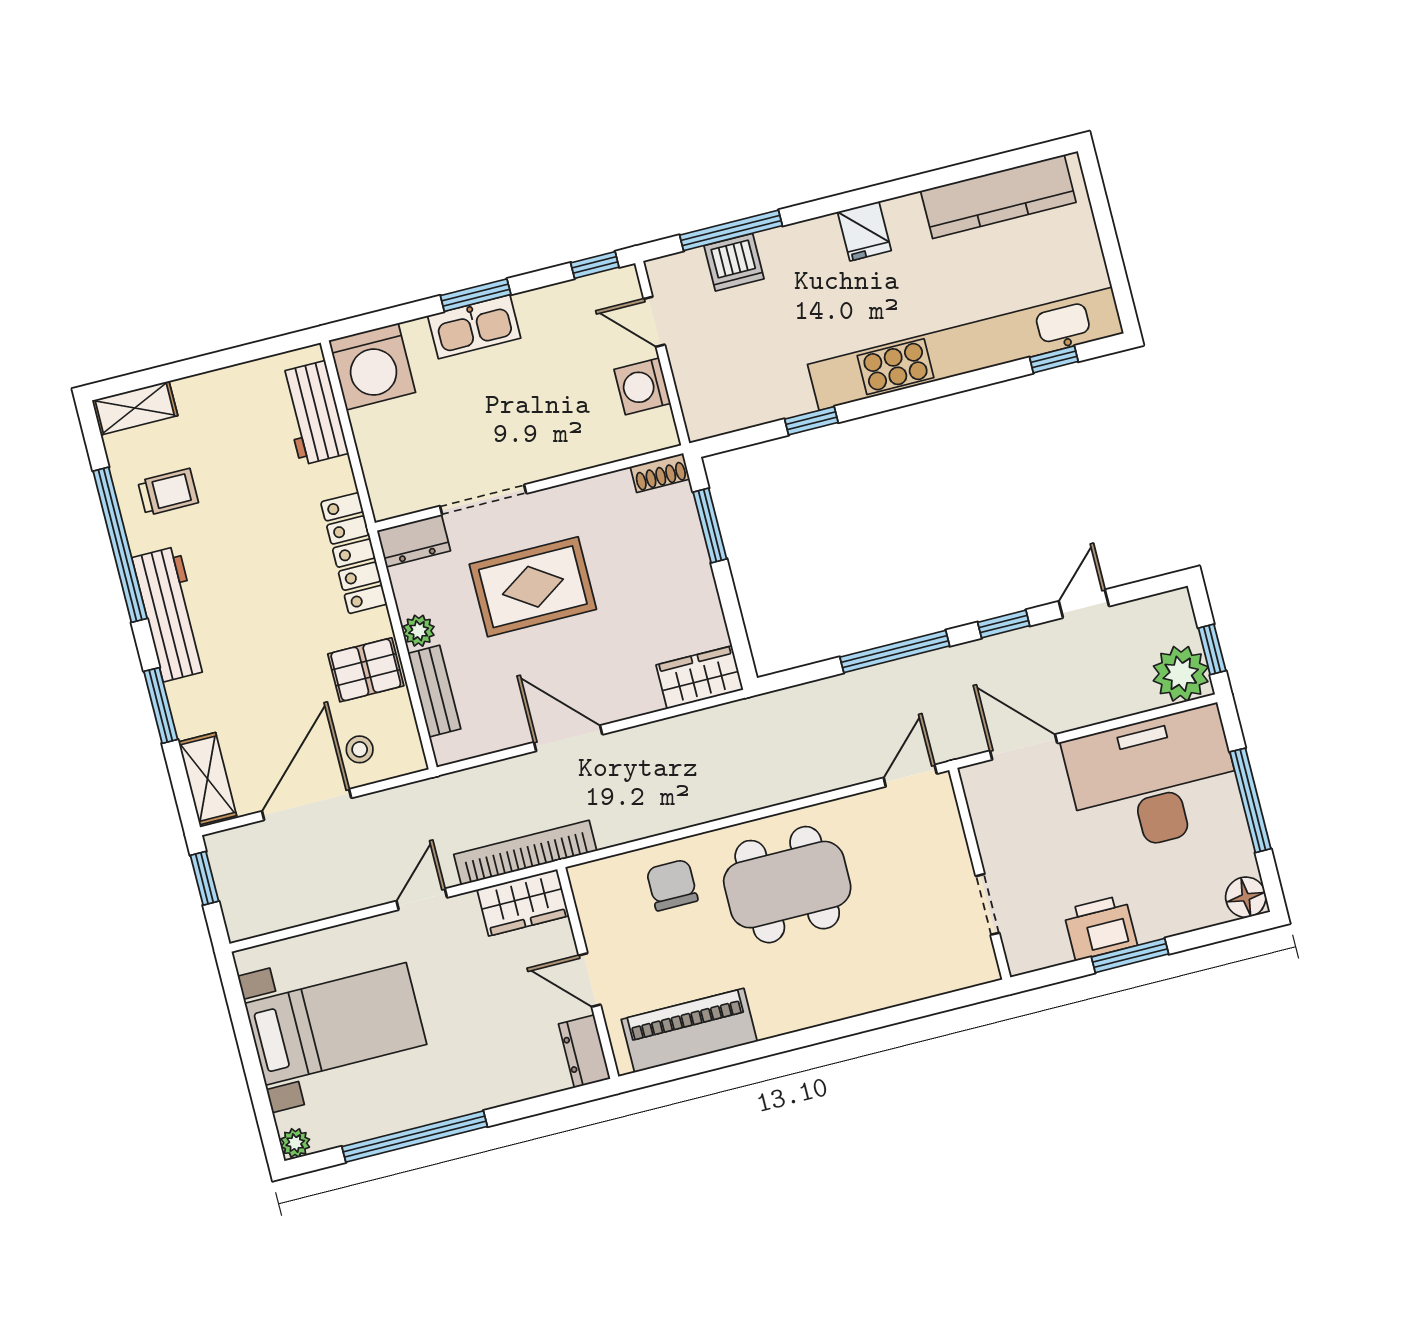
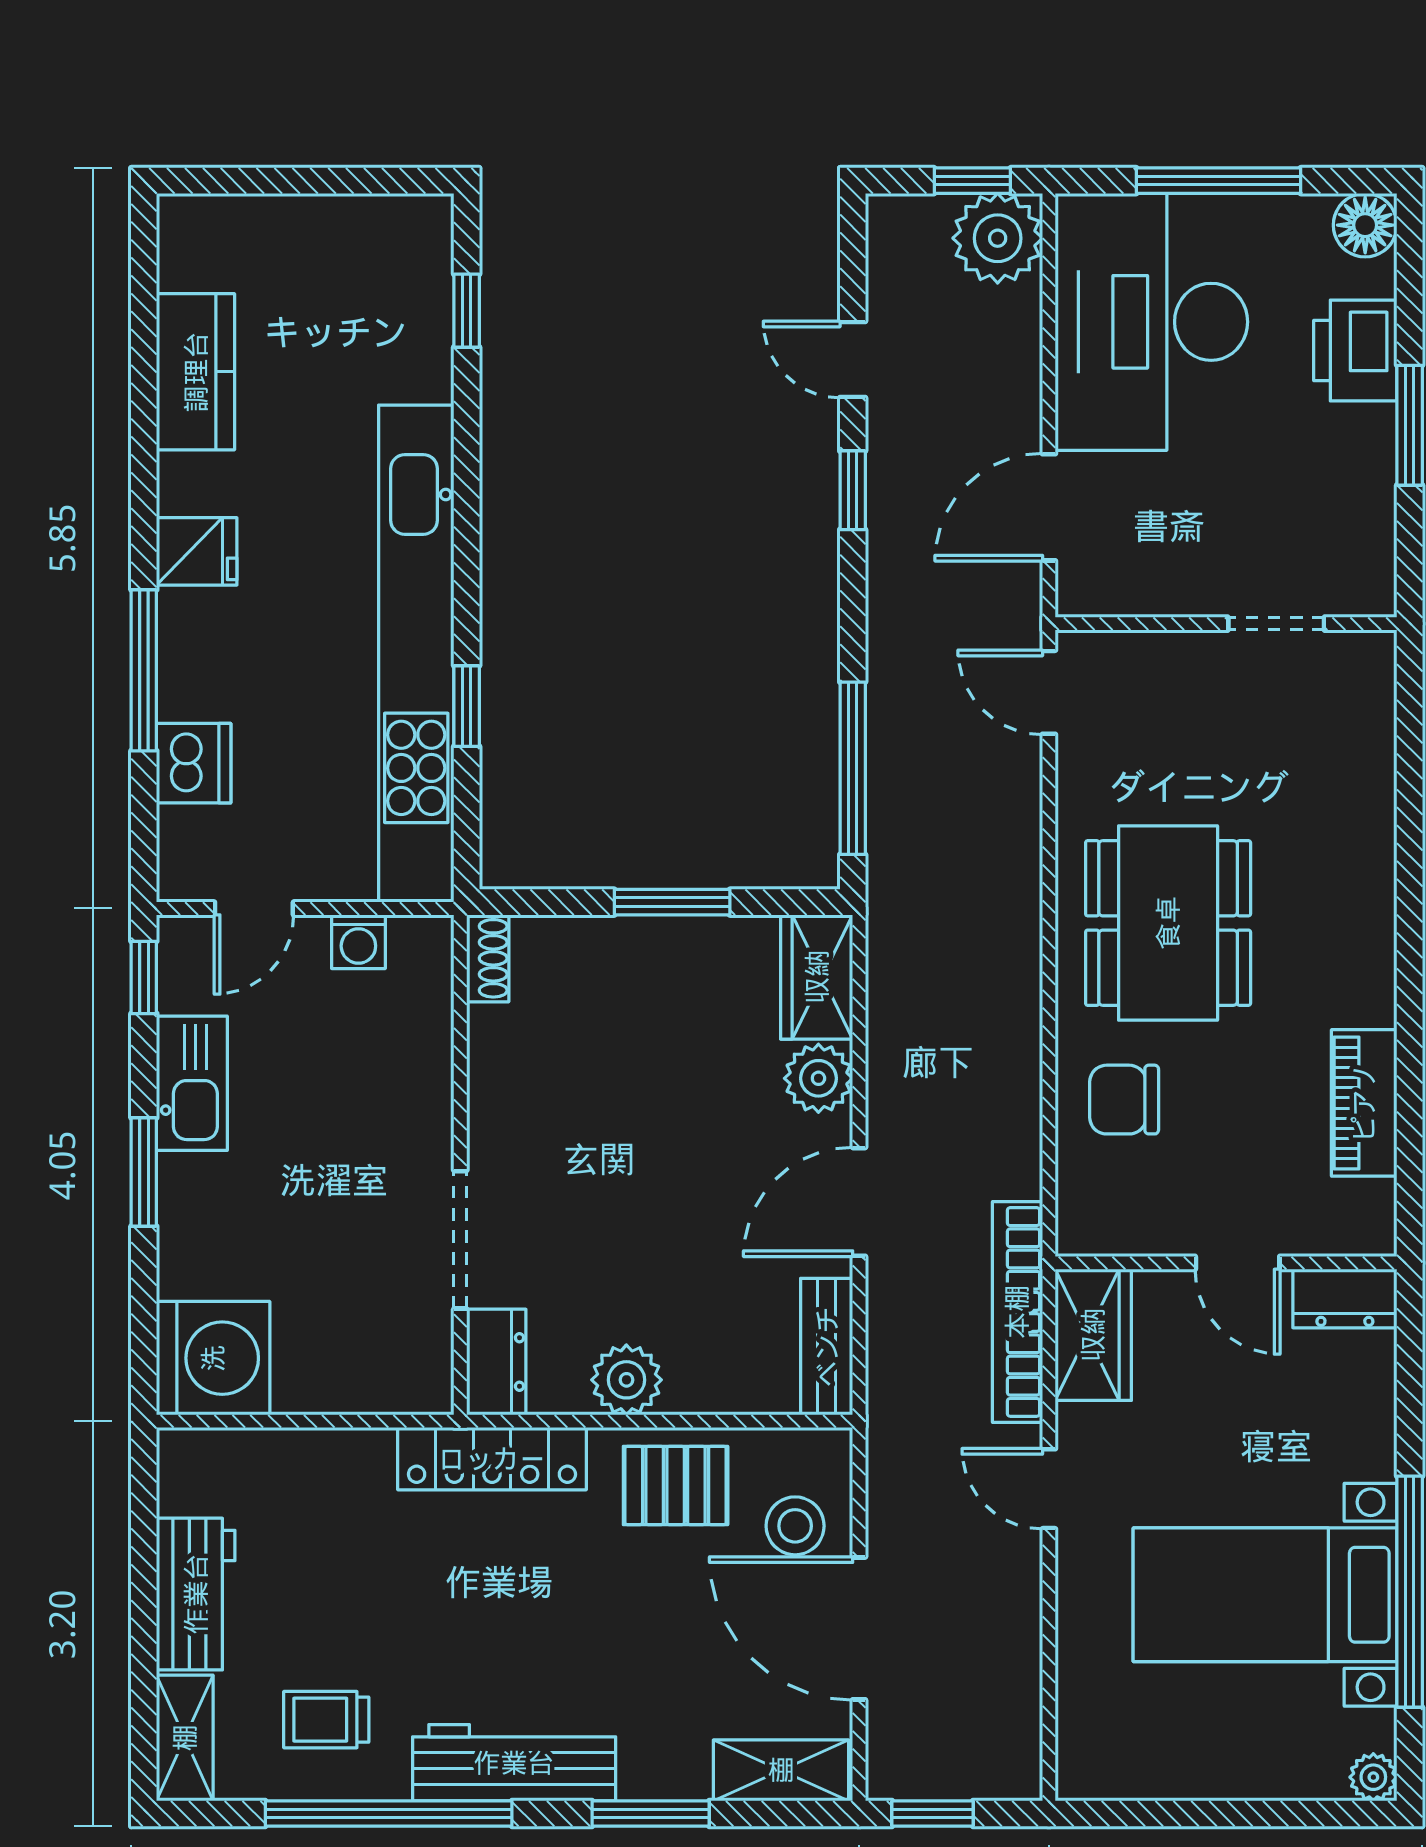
kitchen counter: (998, 197) -> (196, 372), width x0.67
window: (731, 230) -> (144, 670), moved
kitchen sink: (474, 327) -> (192, 1083), moved
kitchen unit: (966, 349) -> (416, 654), moved
washing machine: (642, 386) -> (358, 942), width x0.73, depth x0.73
workbench: (313, 413) -> (196, 1594), moved, turned -90
trolley: (168, 492) -> (326, 1720), turned -90
window: (710, 525) -> (672, 902), moved
rug: (533, 587) -> (613, 1197), removed
plant: (419, 631) -> (626, 1380), width x1.38, depth x1.38
window: (895, 652) -> (853, 768), moved
pallet: (366, 670) -> (676, 1485), turned 90
bench: (434, 691) -> (827, 1347), moved, turned 90
plant: (638, 694) -> (818, 1078), added
stool: (360, 749) -> (795, 1526), width x1.37, depth x1.37
printer: (1100, 928) -> (1355, 351), moved
door: (590, 980) -> (1238, 1263), hinge flipped
bed with nightstands: (336, 1024) -> (1265, 1595), moved, turned -90
piano: (689, 1030) -> (1364, 1103), width x0.73, depth x0.75

